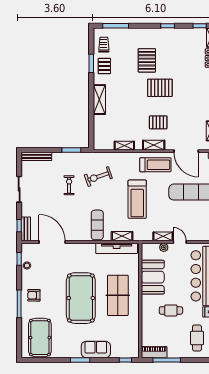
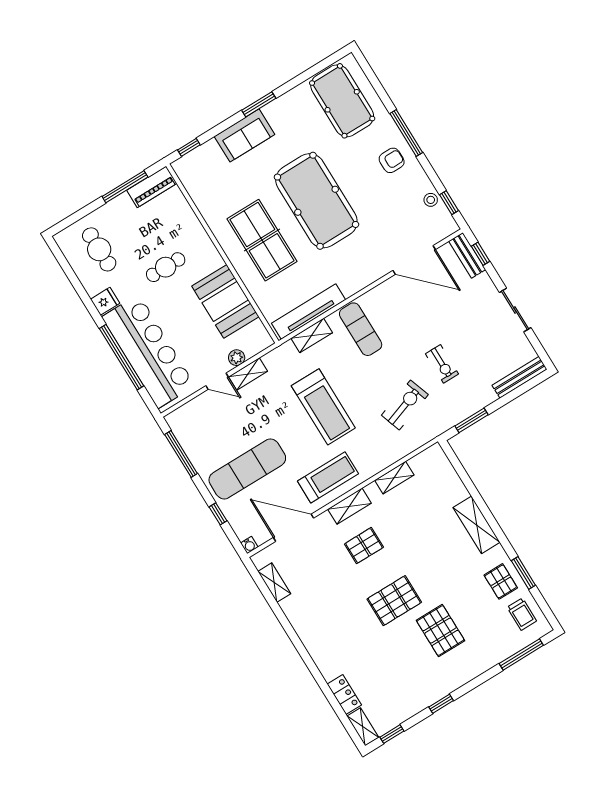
treadmill: (155, 165) -> (328, 477), turned 180
treadmill: (137, 199) -> (323, 407), turned 180

